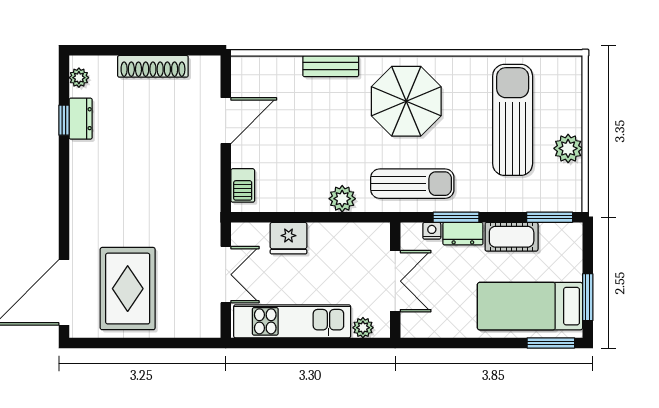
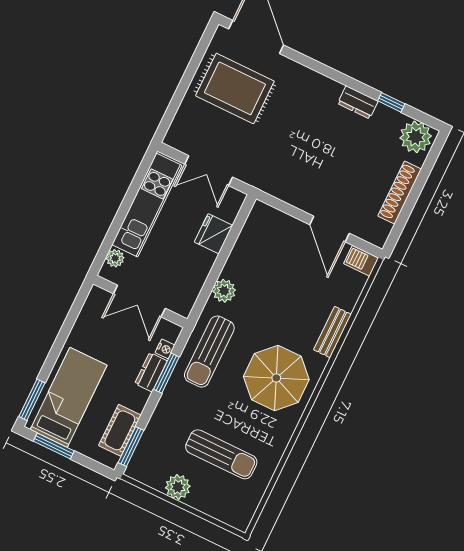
plant: (79, 78) -> (416, 137), width x1.88, depth x1.88
dresser: (81, 119) -> (358, 102), moved
sun lounger: (513, 120) -> (221, 454), width x0.73, depth x0.75
barbecue: (243, 185) -> (361, 261), moved
cot: (512, 237) -> (120, 430), moved

